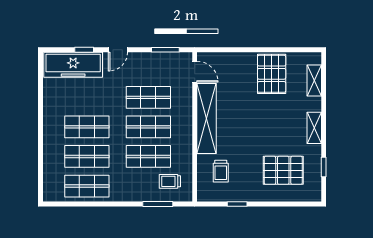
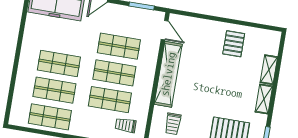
pallet: (272, 74) -> (234, 44), width x0.67, depth x0.71
shelving: (314, 80) -> (269, 70), moved

